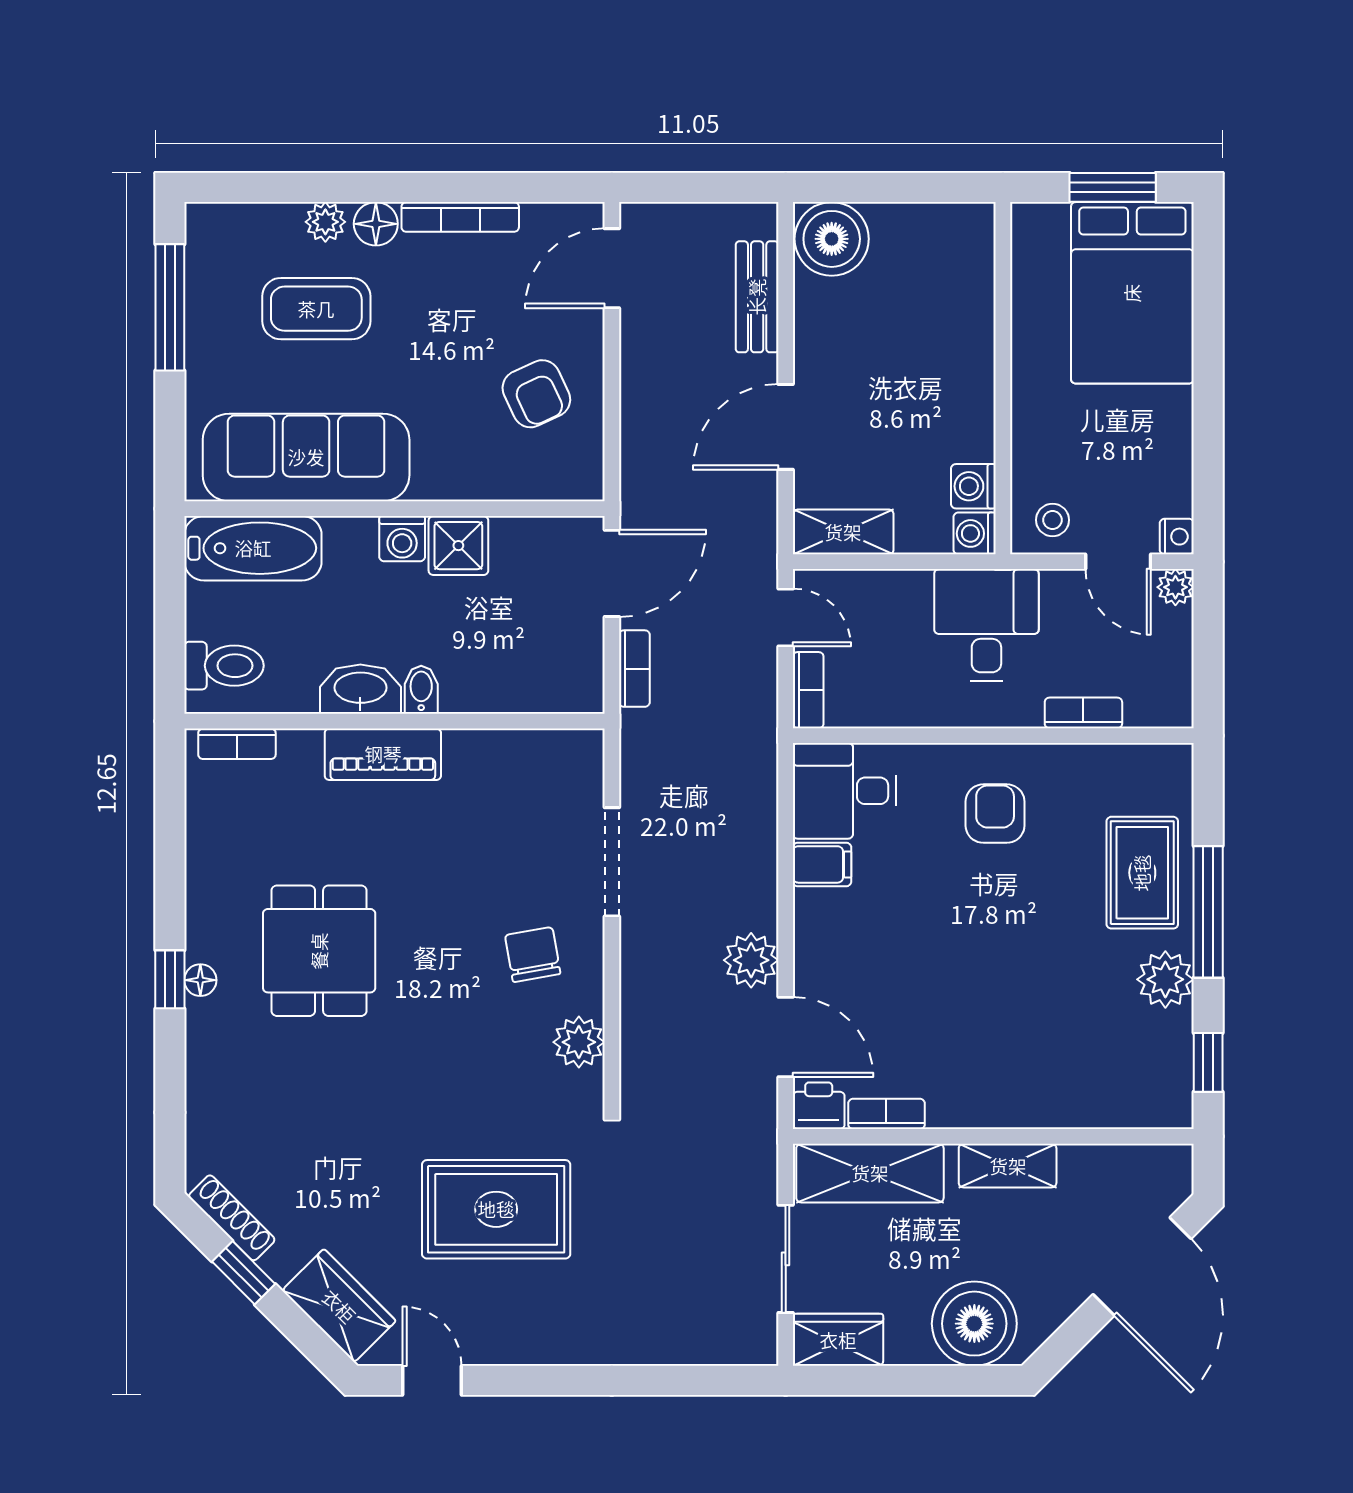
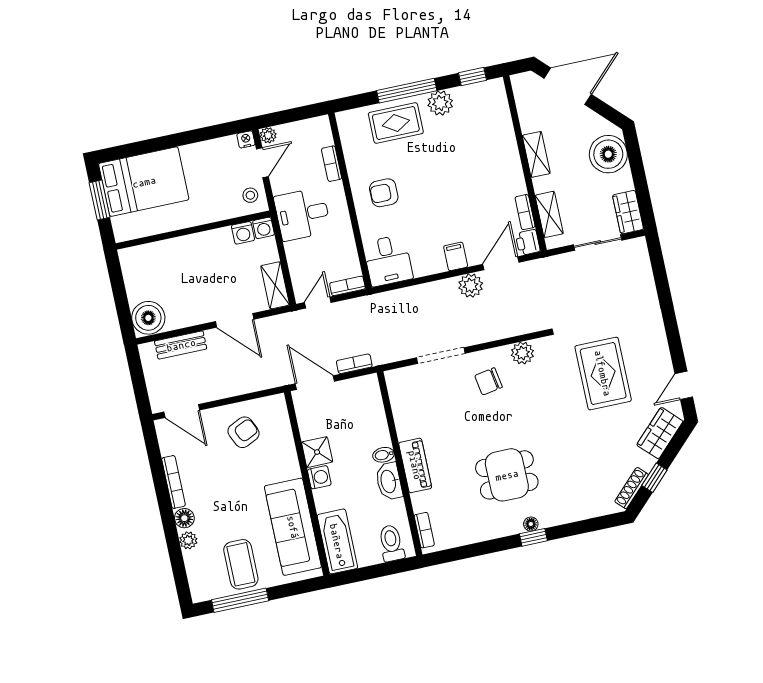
coffee table: (316, 309) -> (241, 564), moved
filing cabinet: (822, 864) -> (456, 256), moved
shelving: (870, 1173) -> (549, 214), width x0.67, depth x0.75

